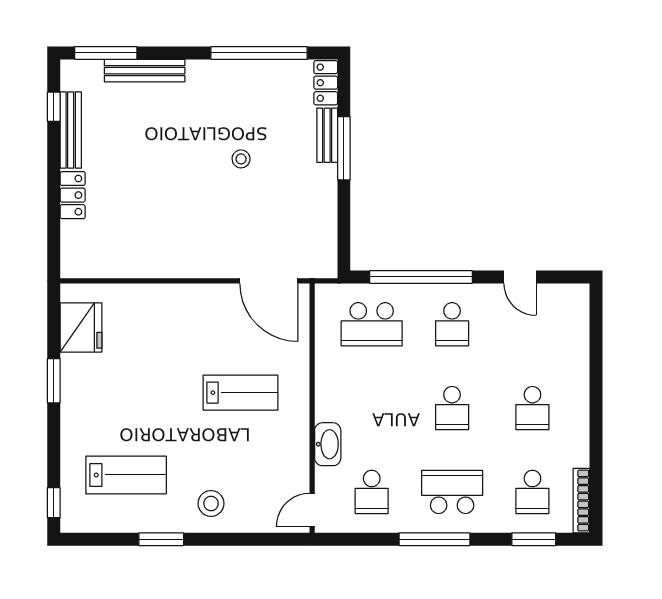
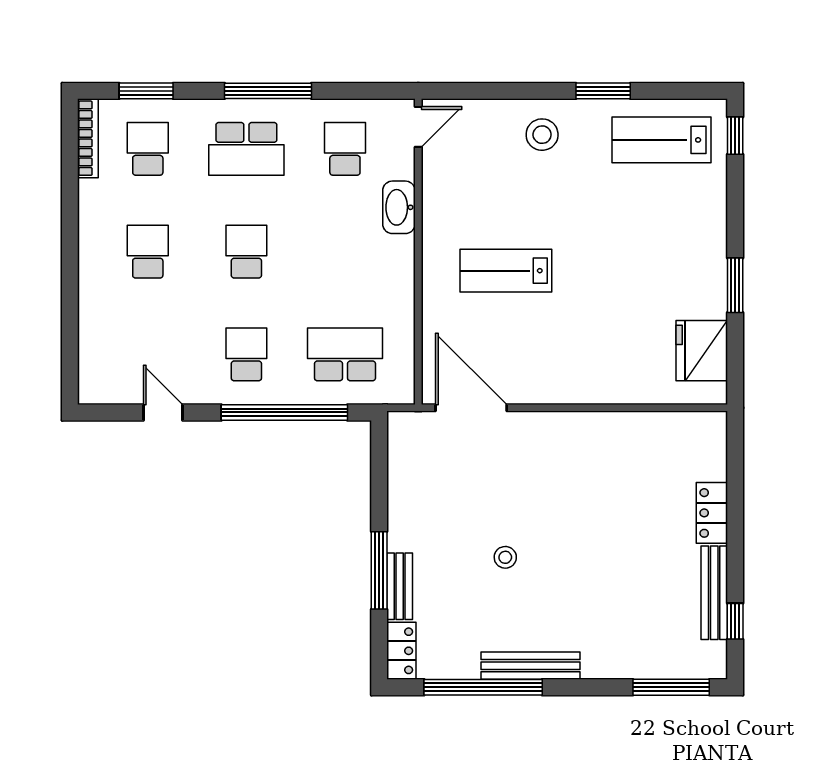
bench: (145, 71) -> (530, 666), moved
lab bench: (126, 475) -> (662, 140), moved

